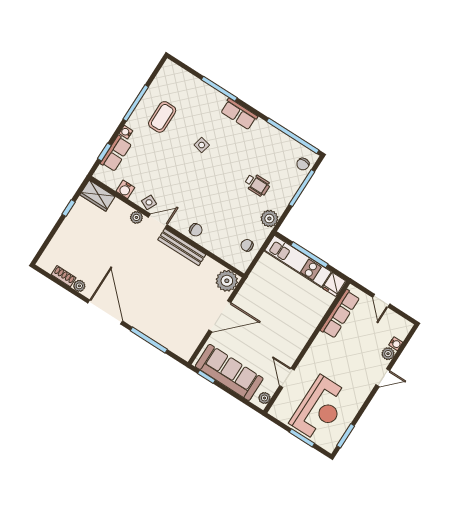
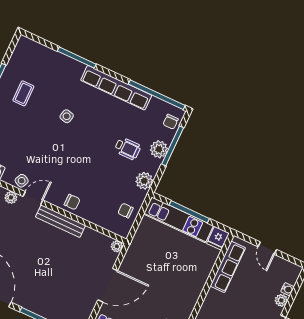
row of seats: (239, 114) -> (116, 88), width x2.02
coffee table: (162, 117) -> (23, 93), width x0.73, depth x0.77
plant: (288, 189) -> (159, 149), added
plant: (227, 281) -> (117, 246), width x0.53, depth x0.53

